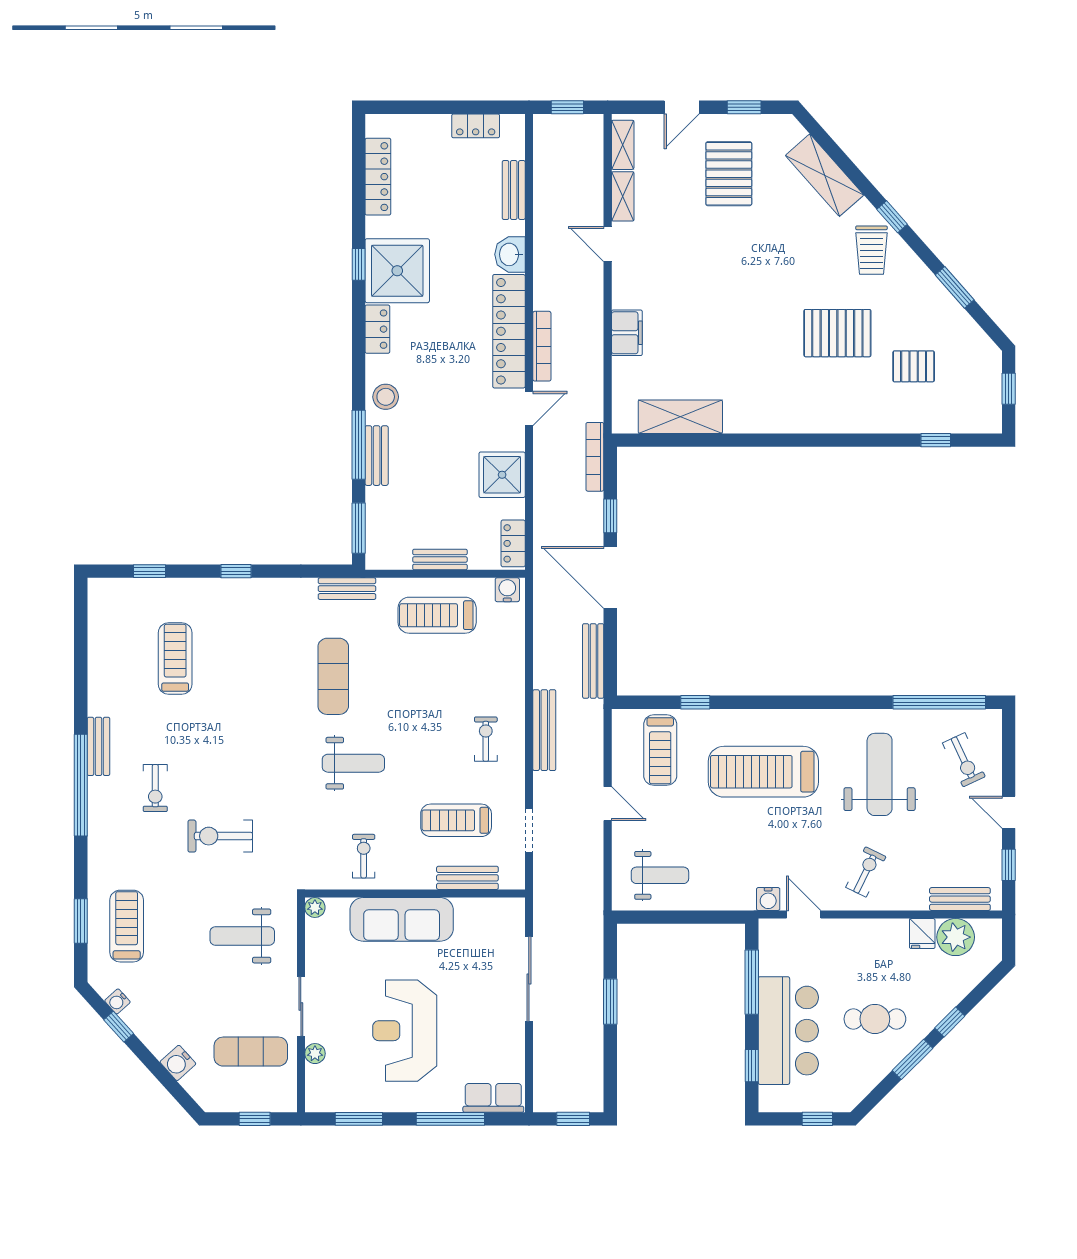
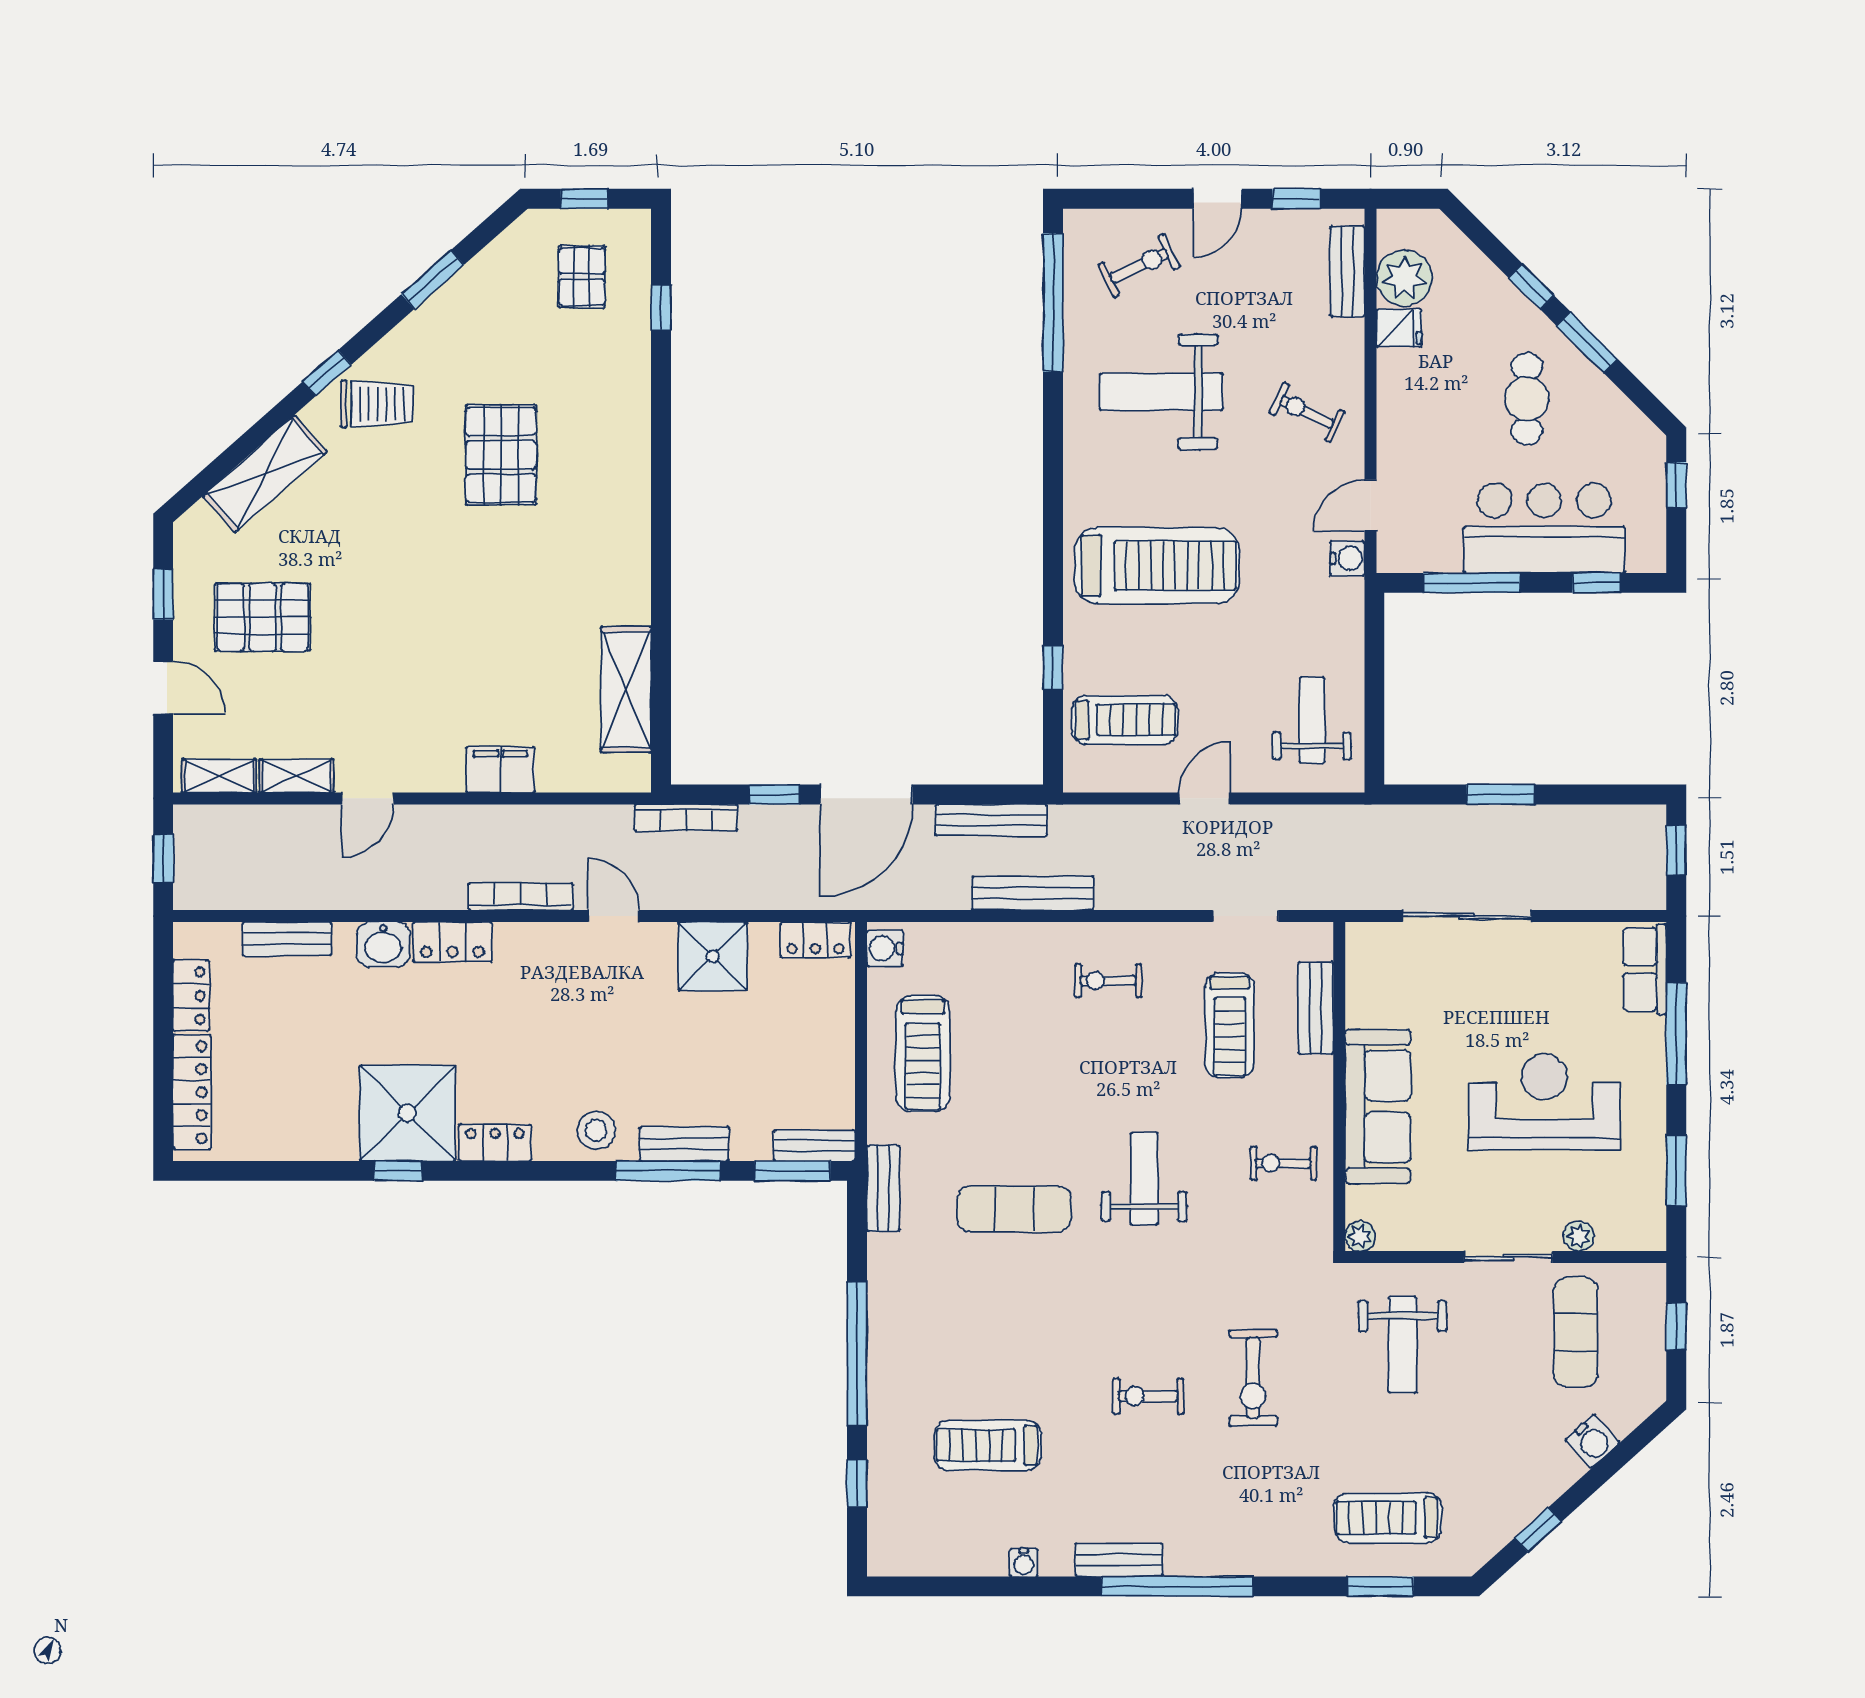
locker: (378, 177) -> (192, 1092), moved, turned 90
locker: (509, 331) -> (453, 942), width x0.46, depth x0.83
pallet: (914, 366) -> (582, 277), moved
bench: (440, 559) -> (814, 1146), moved, turned 90
window: (236, 571) -> (857, 1354), width x3.17
bench: (544, 730) -> (1033, 893), moved
treadmill: (763, 772) -> (1157, 565), turned -90
exercise bike: (155, 788) -> (1148, 1396), moved, turned 180
water cooler: (117, 1001) -> (1024, 1563), moved, turned 42
reception desk: (405, 1031) -> (1544, 1102), turned 180

